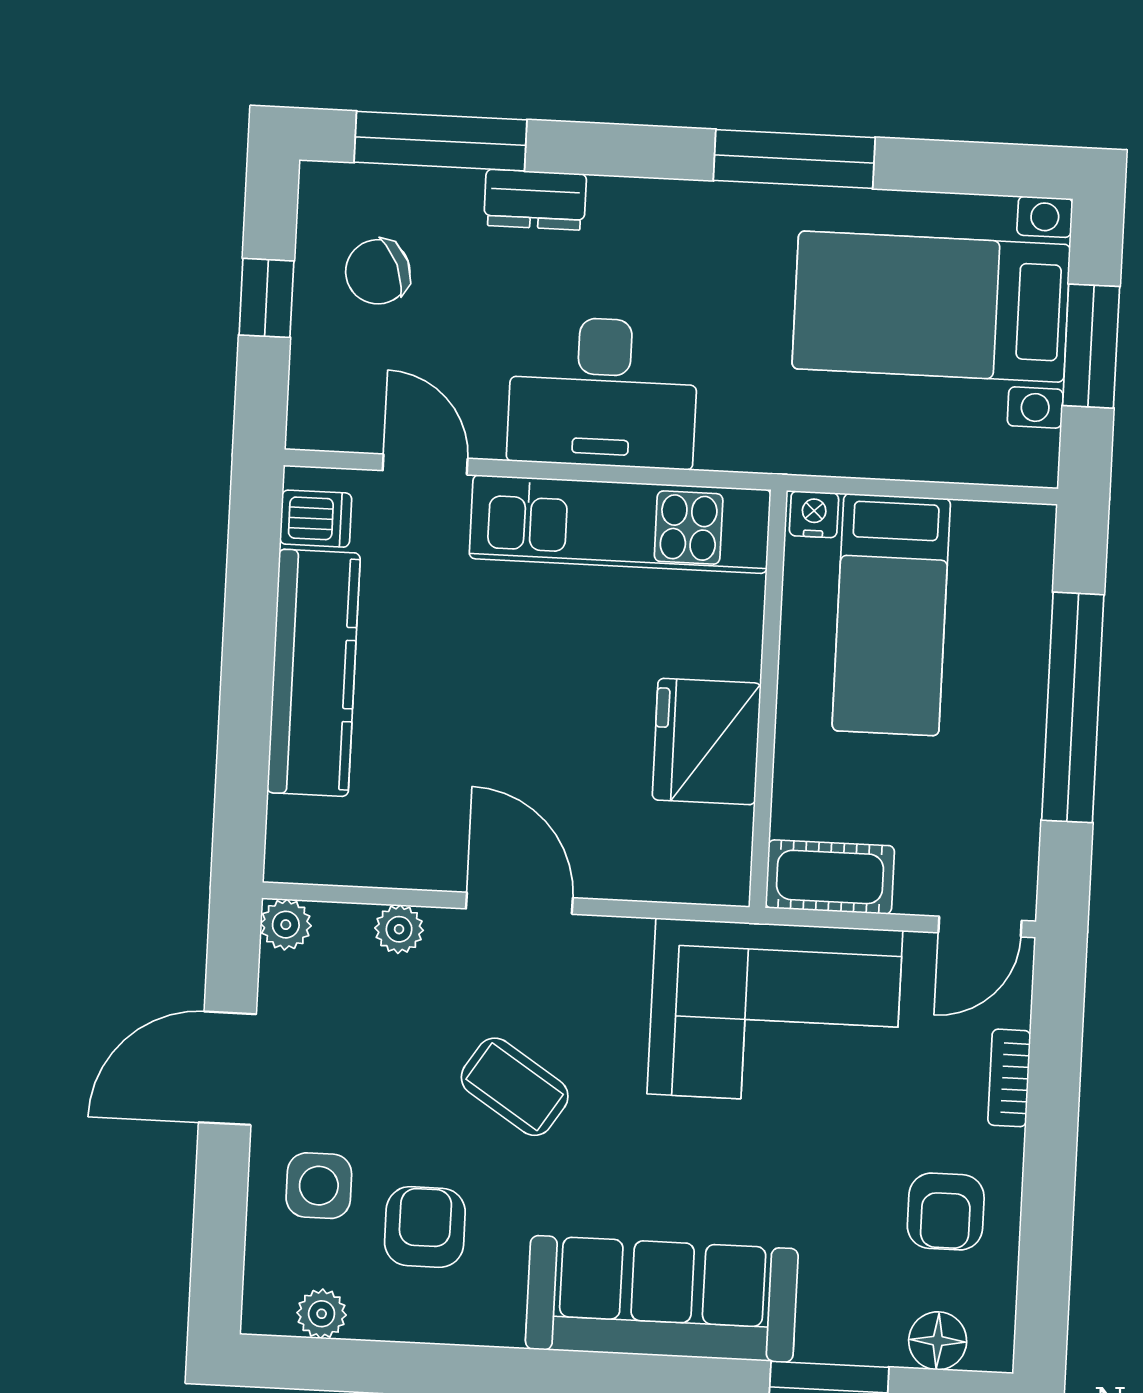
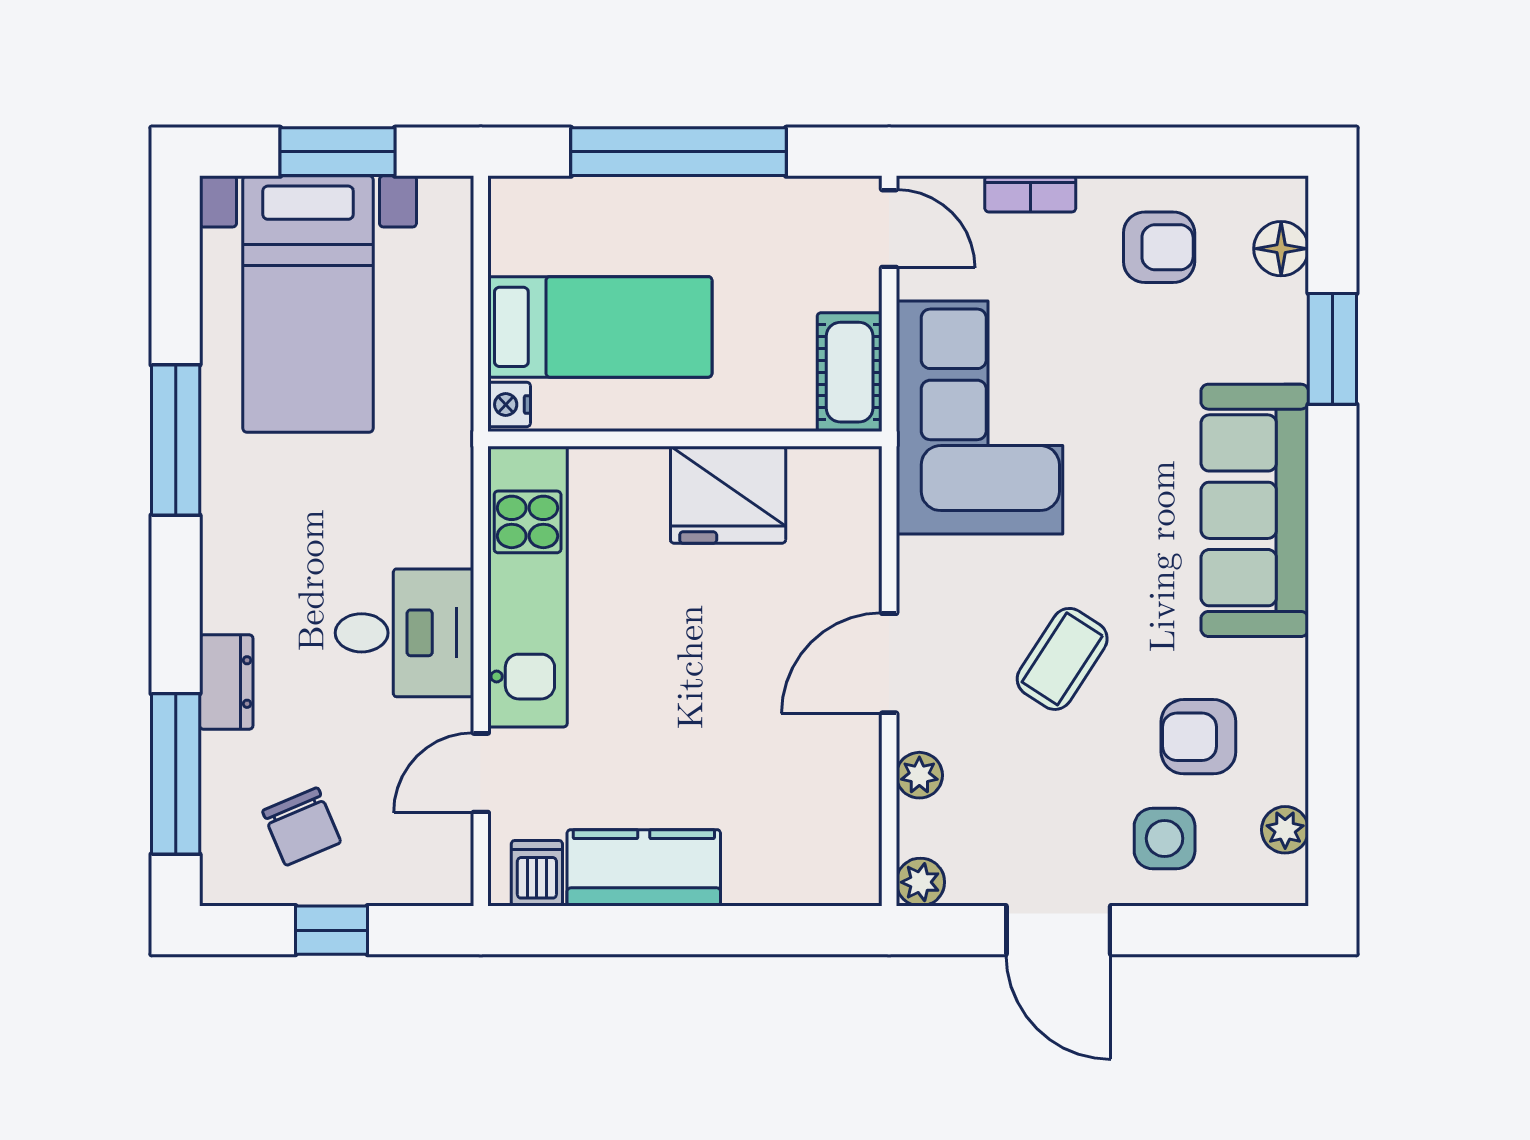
desk: (603, 392) -> (404, 633), width x0.73
kitchen counter: (314, 673) -> (644, 868), width x0.67

